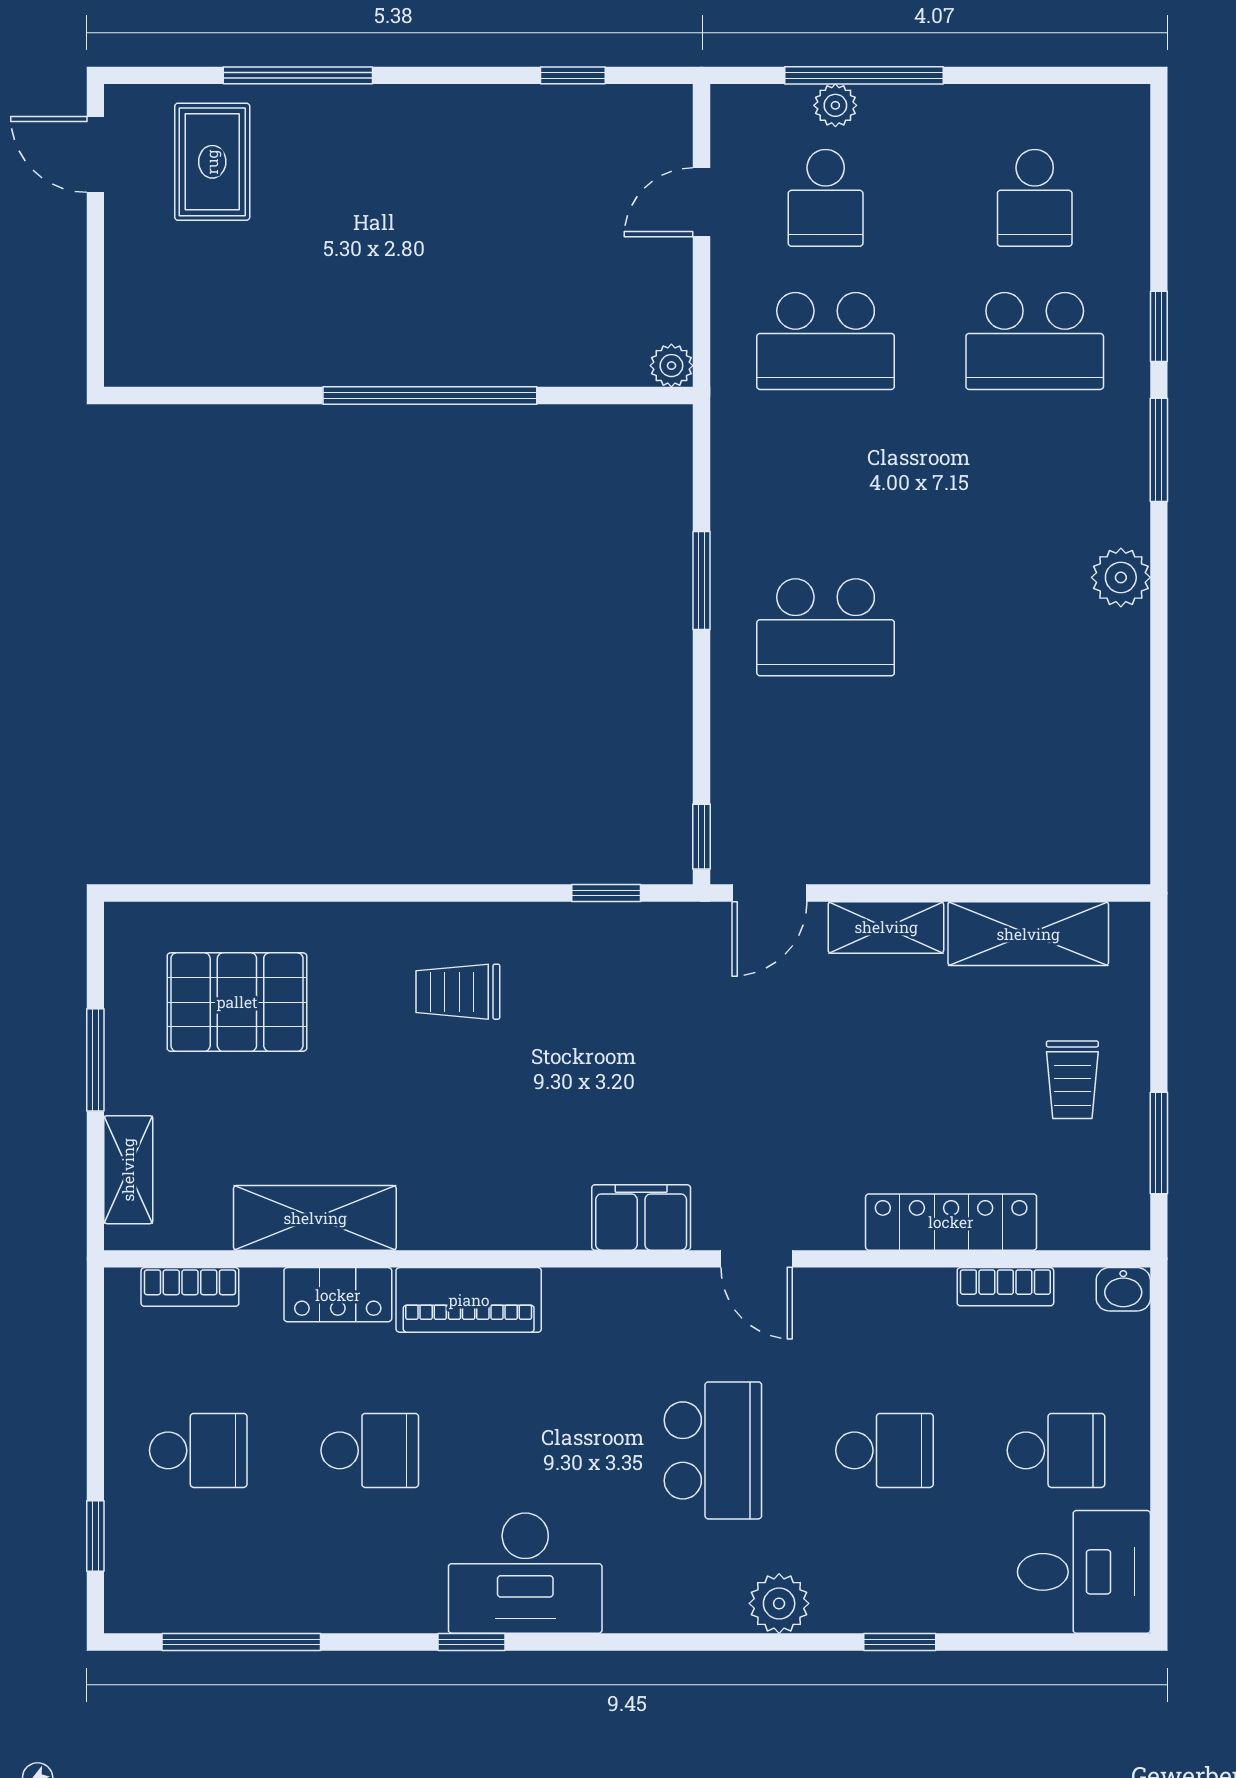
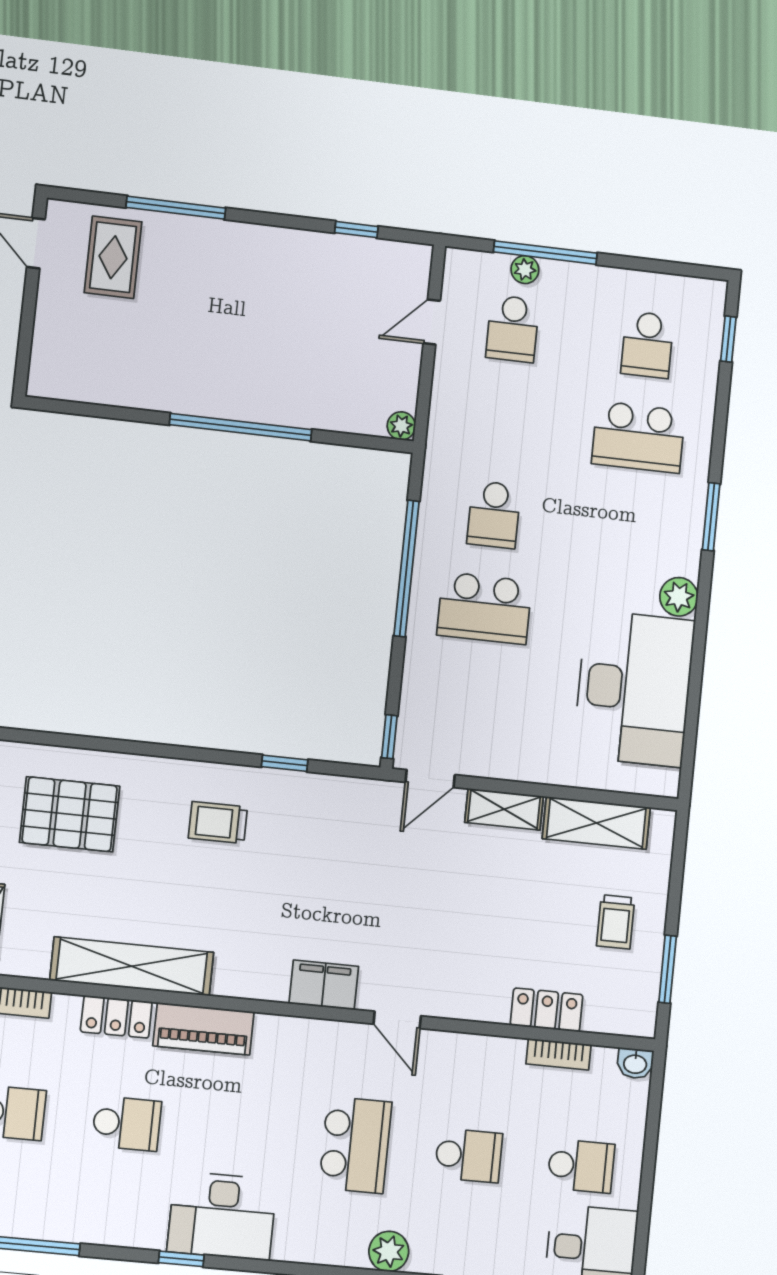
window: (1159, 326) -> (728, 339), moved
school desk: (826, 341) -> (494, 515), moved, width x0.54
window: (701, 580) -> (407, 568), width x2.11
desk: (1066, 724) -> (634, 688), added
window: (606, 893) -> (285, 763), moved
shelving: (315, 1218) -> (132, 966), width x1.47
locker: (951, 1222) -> (547, 1010), width x0.66

